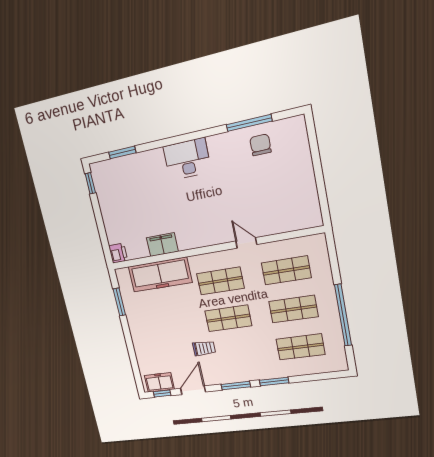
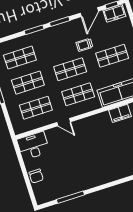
chair: (260, 145) -> (36, 176), moved
desk: (187, 159) -> (33, 146), moved, turned 180
shop shelf: (167, 327) -> (112, 56), added

